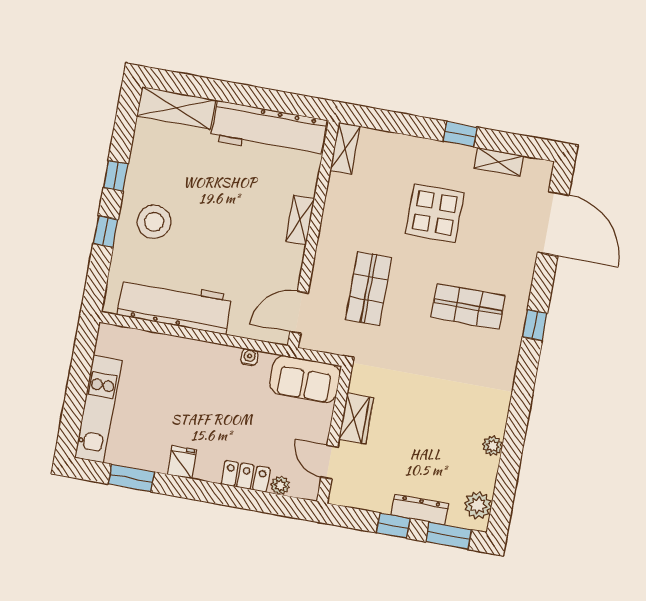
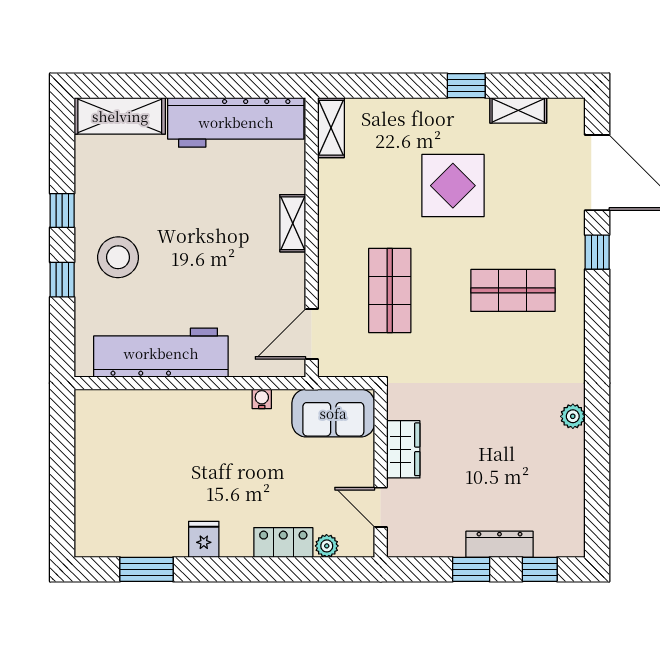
window: (535, 325) -> (597, 252), moved
kitchen unit: (98, 409) -> (92, 494), removed
plant: (493, 446) -> (573, 416), moved
plant: (478, 505) -> (568, 527), removed
window: (449, 536) -> (540, 569), width x0.67

